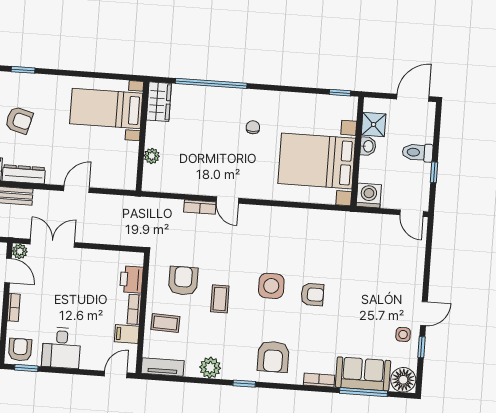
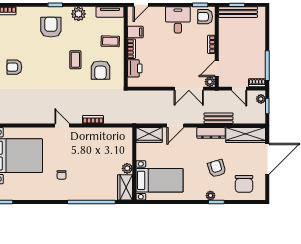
plant: (31, 80) -> (210, 196), added
armchair: (19, 120) -> (217, 168), turned 58
plant: (152, 156) -> (127, 168), moved
wardrobe: (117, 178) -> (149, 135), added
door: (227, 200) -> (62, 126), moved
door: (8, 271) -> (217, 68), hinge flipped
side table: (271, 286) -> (42, 71), removed
armchair: (20, 350) -> (205, 17), turned 90
armchair: (273, 357) -> (51, 27), moved

